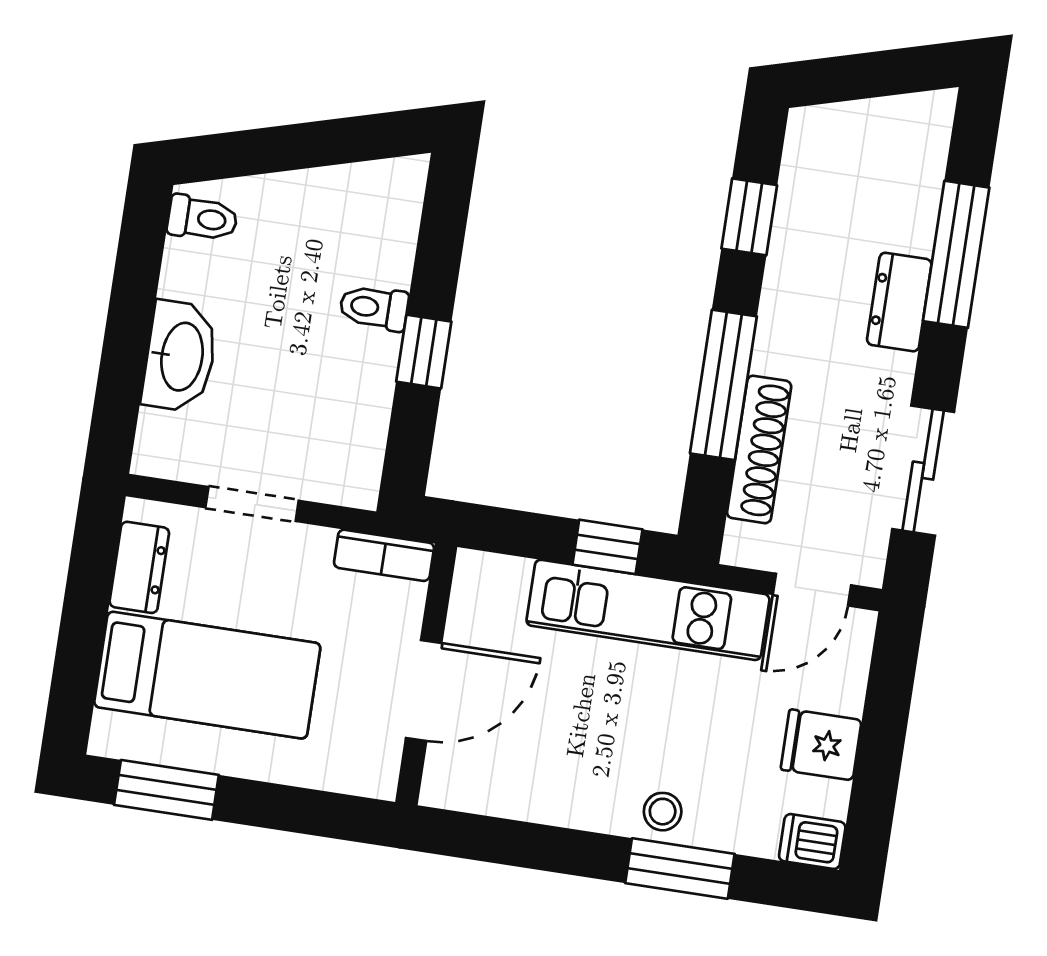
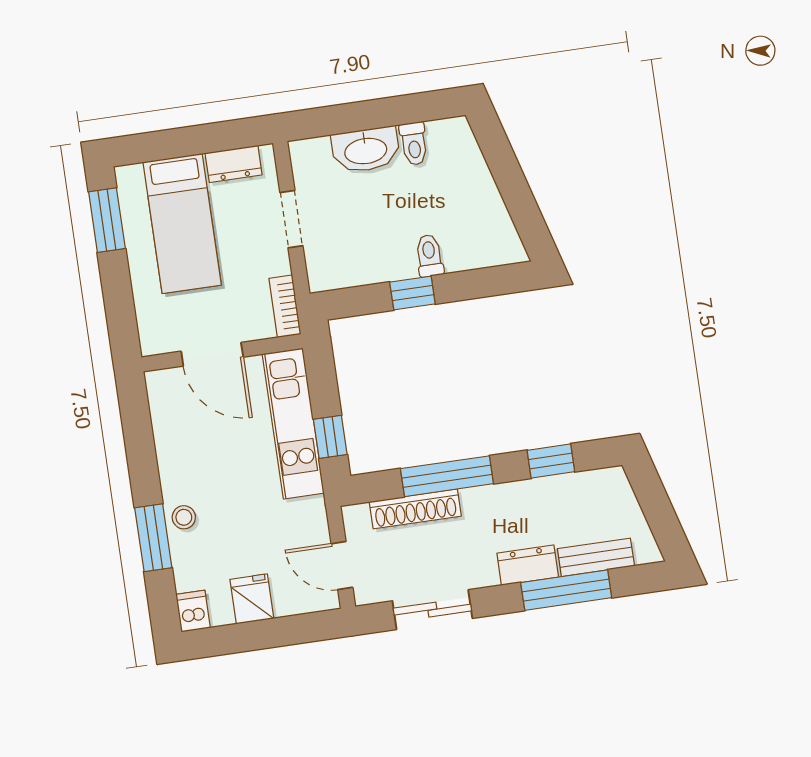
bench: (919, 193) -> (596, 557), added
toilet: (202, 218) -> (414, 144), moved
kitchen unit: (648, 610) -> (293, 424), moved

